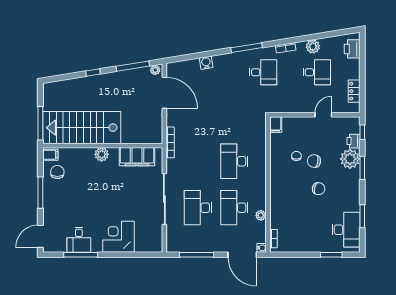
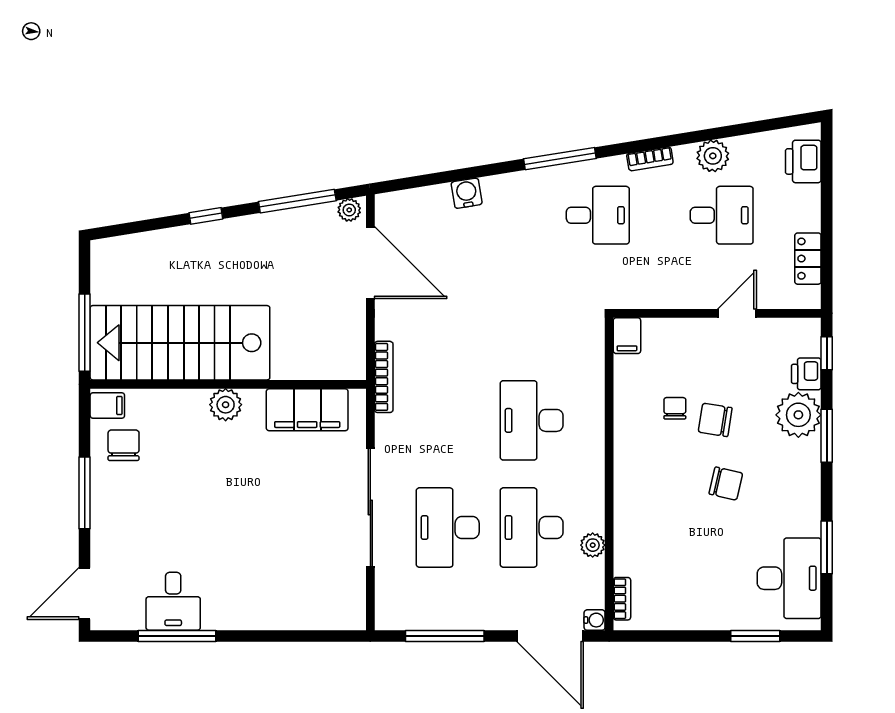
corner desk: (118, 237) -> (264, 594), removed

